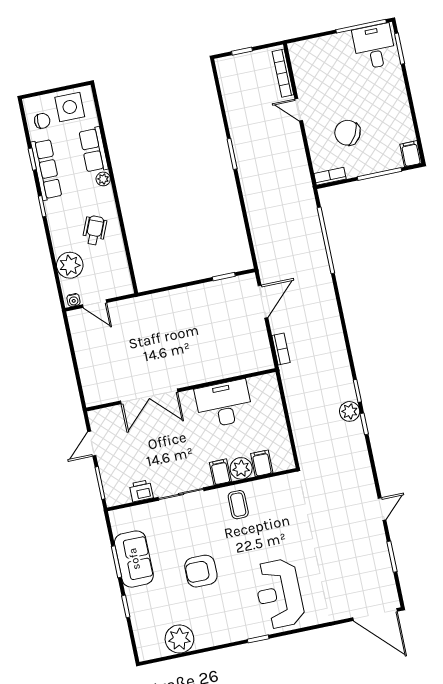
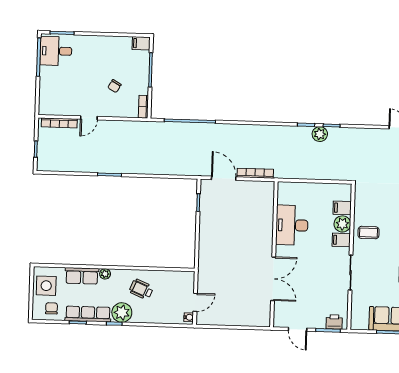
chair: (347, 133) -> (114, 86), width x0.54, depth x0.54
plant: (70, 265) -> (122, 313), moved
bookcase: (281, 349) -> (255, 173), width x1.56
printer: (141, 491) -> (334, 322), moved, turned 90

